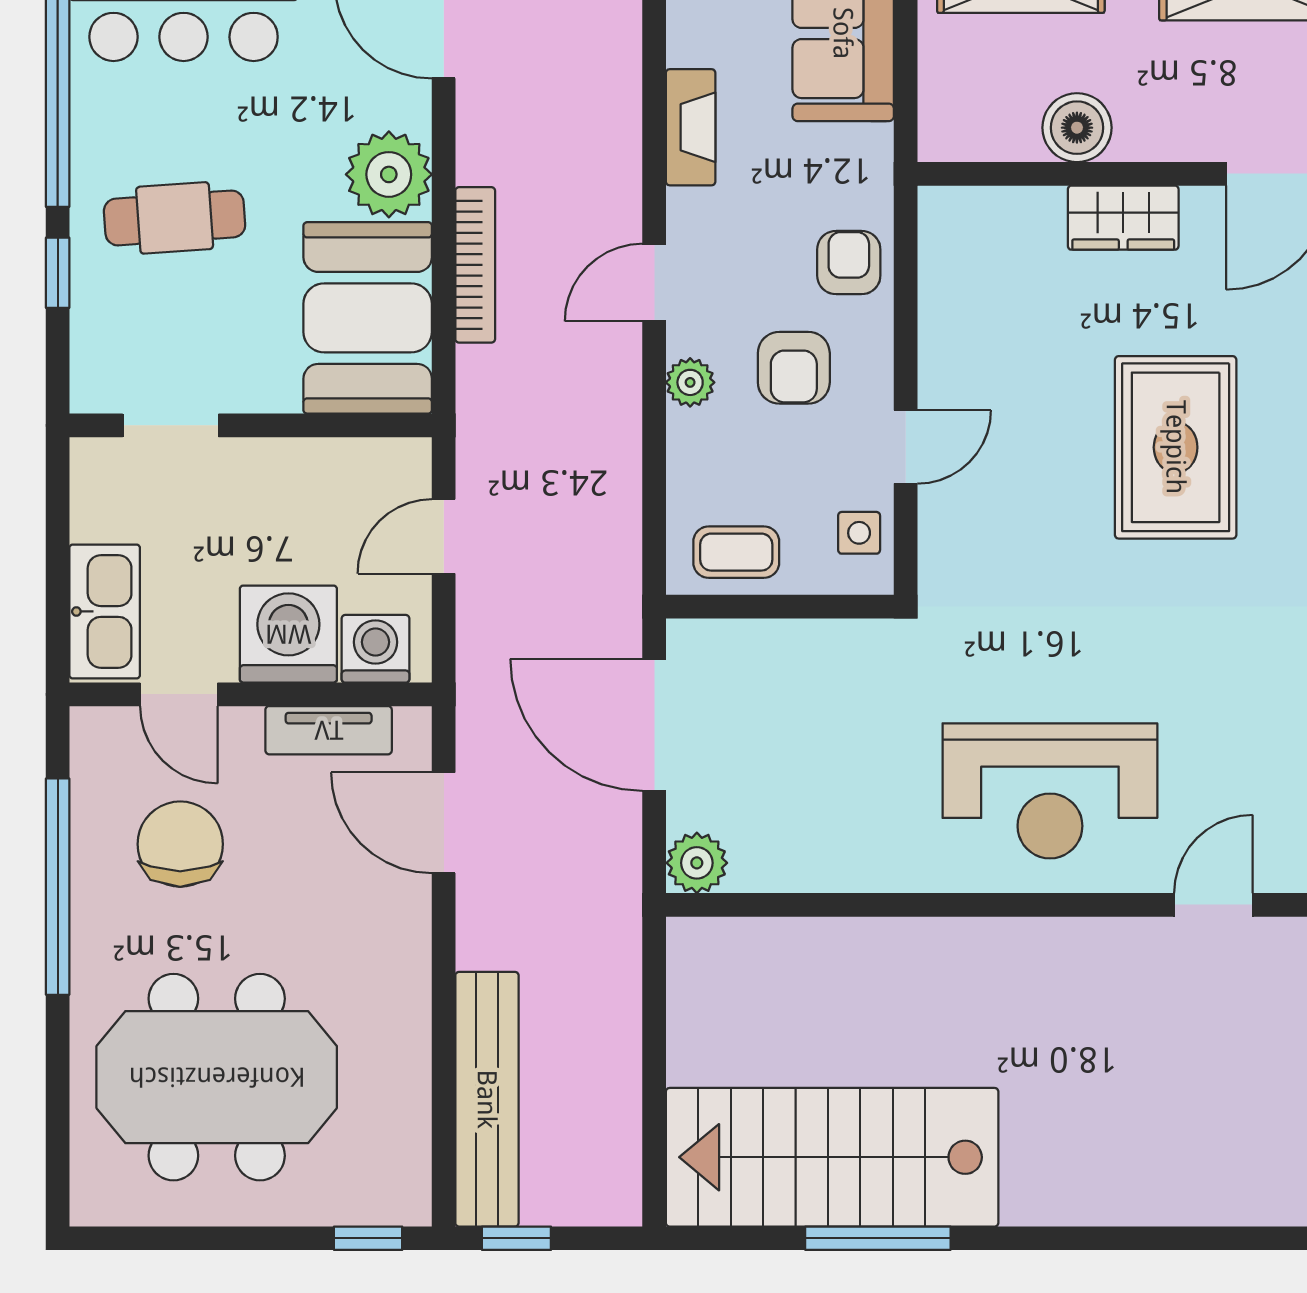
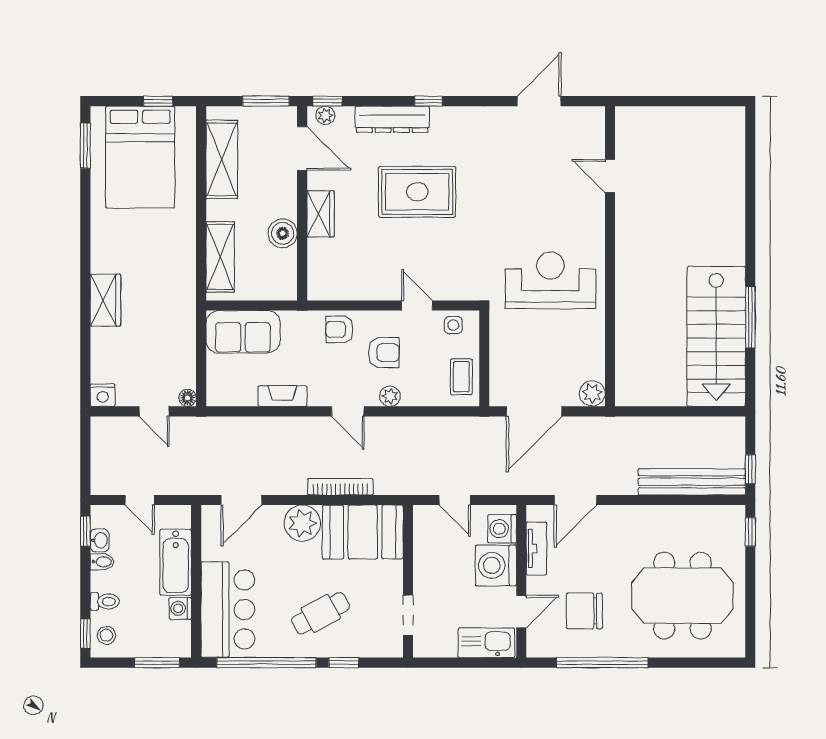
cafe table: (175, 218) -> (321, 613), turned 66
reception desk: (1050, 791) -> (550, 280), moved, turned -90
meeting table: (217, 1077) -> (682, 596), turned 90

